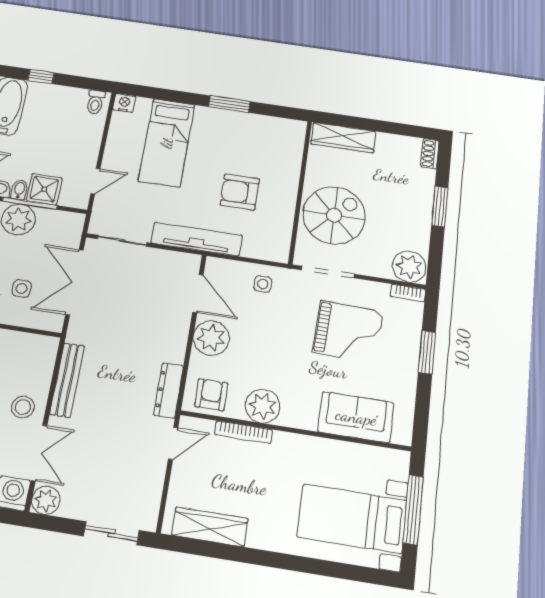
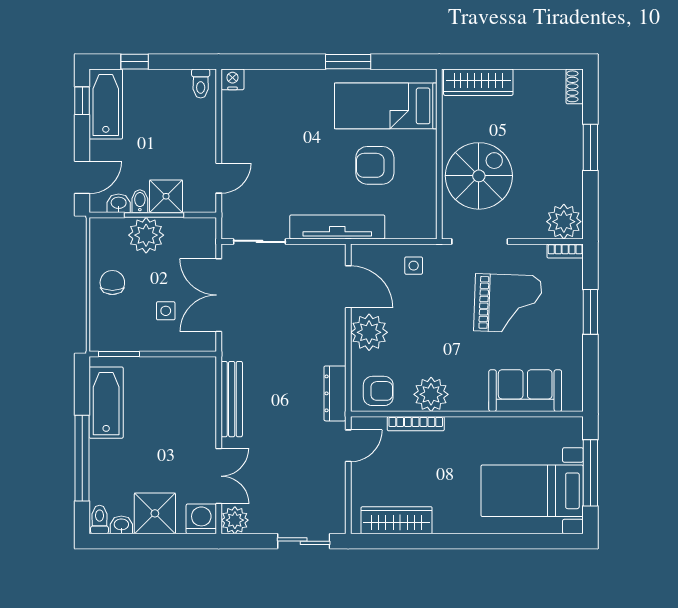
bed: (167, 143) -> (386, 106), moved, turned 90
armchair: (211, 395) -> (378, 391), turned 90
stool: (23, 407) -> (193, 434), removed

